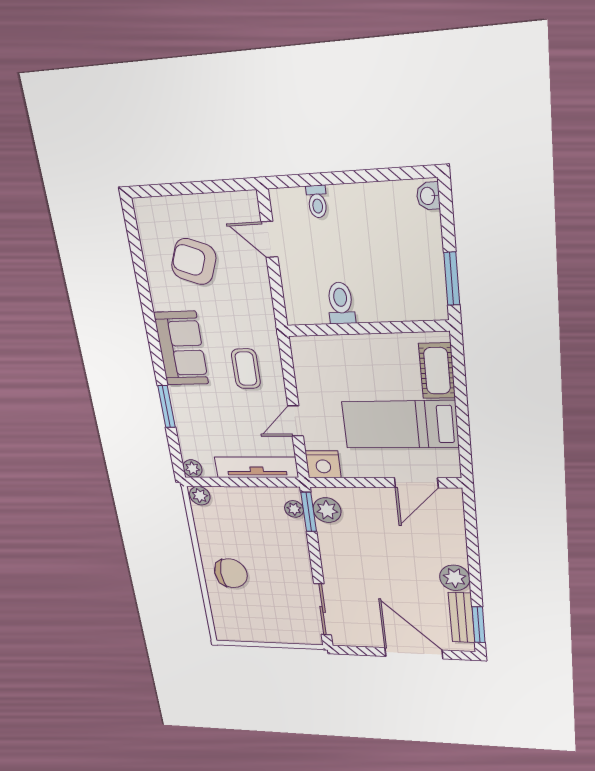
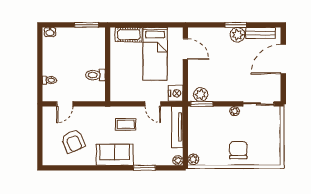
armchair: (194, 262) -> (73, 141), turned -44
plant: (294, 509) -> (235, 111), moved
window: (479, 625) -> (236, 25), moved

